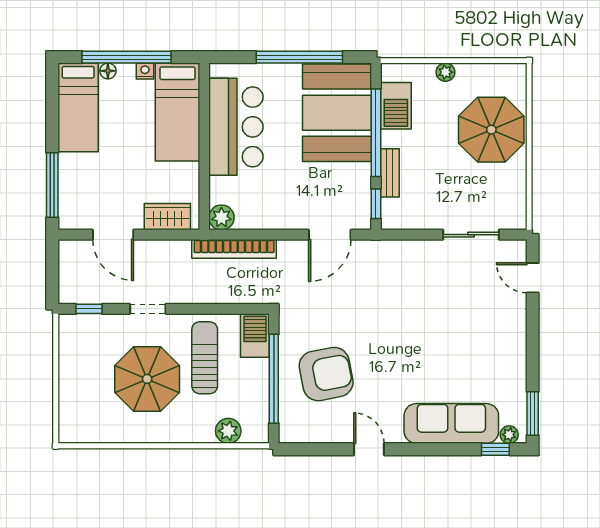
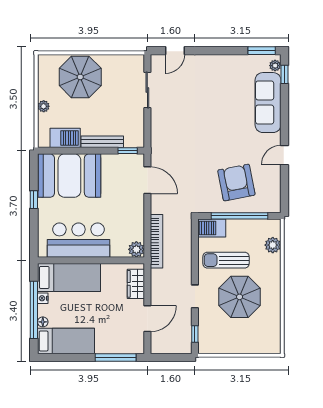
window: (299, 57) -> (34, 200), width x0.32
window: (376, 133) -> (82, 151), removed
bench: (390, 173) -> (102, 142), width x1.36

